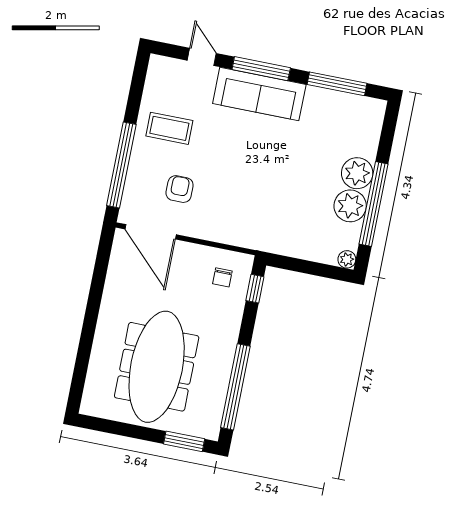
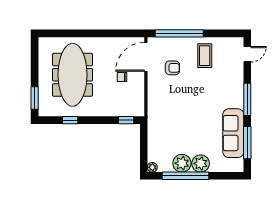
door: (202, 57) -> (247, 54), moved
sofa: (259, 94) -> (233, 133), moved
chair: (222, 277) -> (122, 77), moved
meeting table: (157, 367) -> (73, 75), turned 90
window: (235, 387) -> (70, 120), width x0.32

